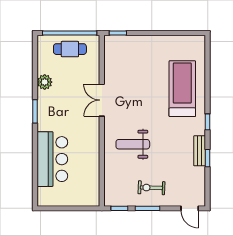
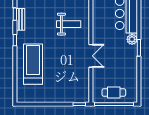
plant: (45, 82) -> (132, 39), moved
treadmill: (182, 89) -> (33, 64), turned 180

